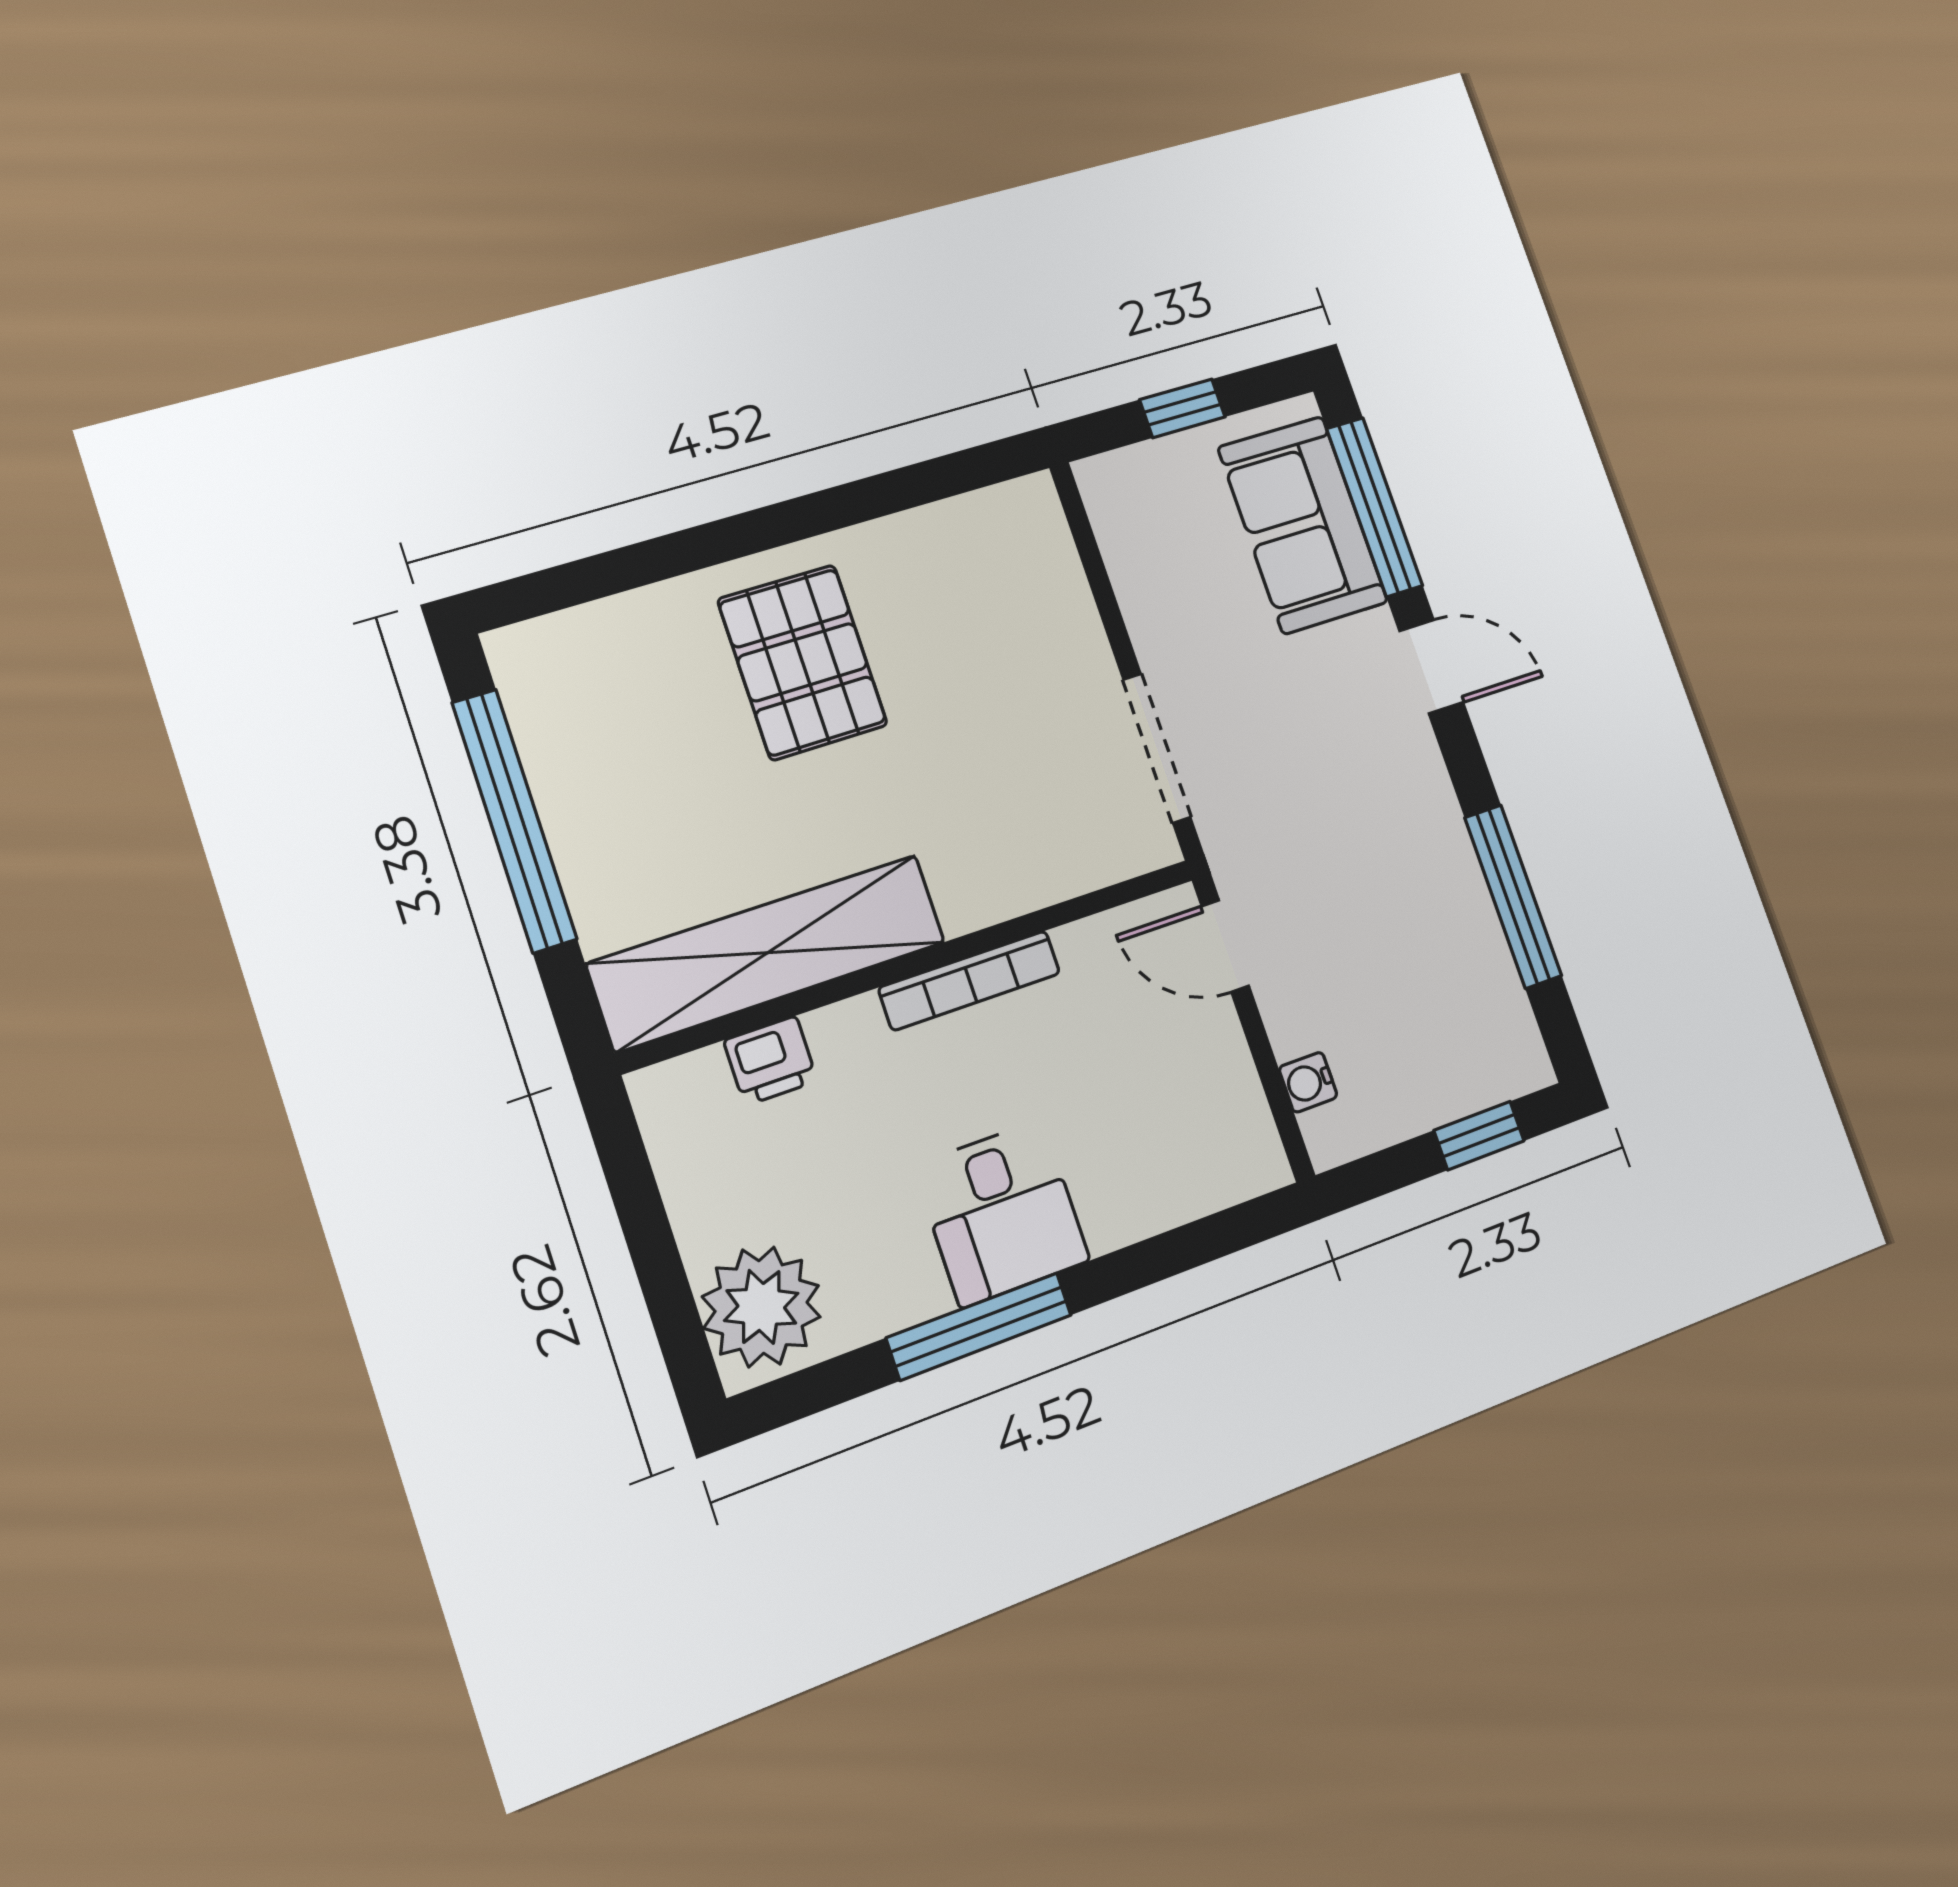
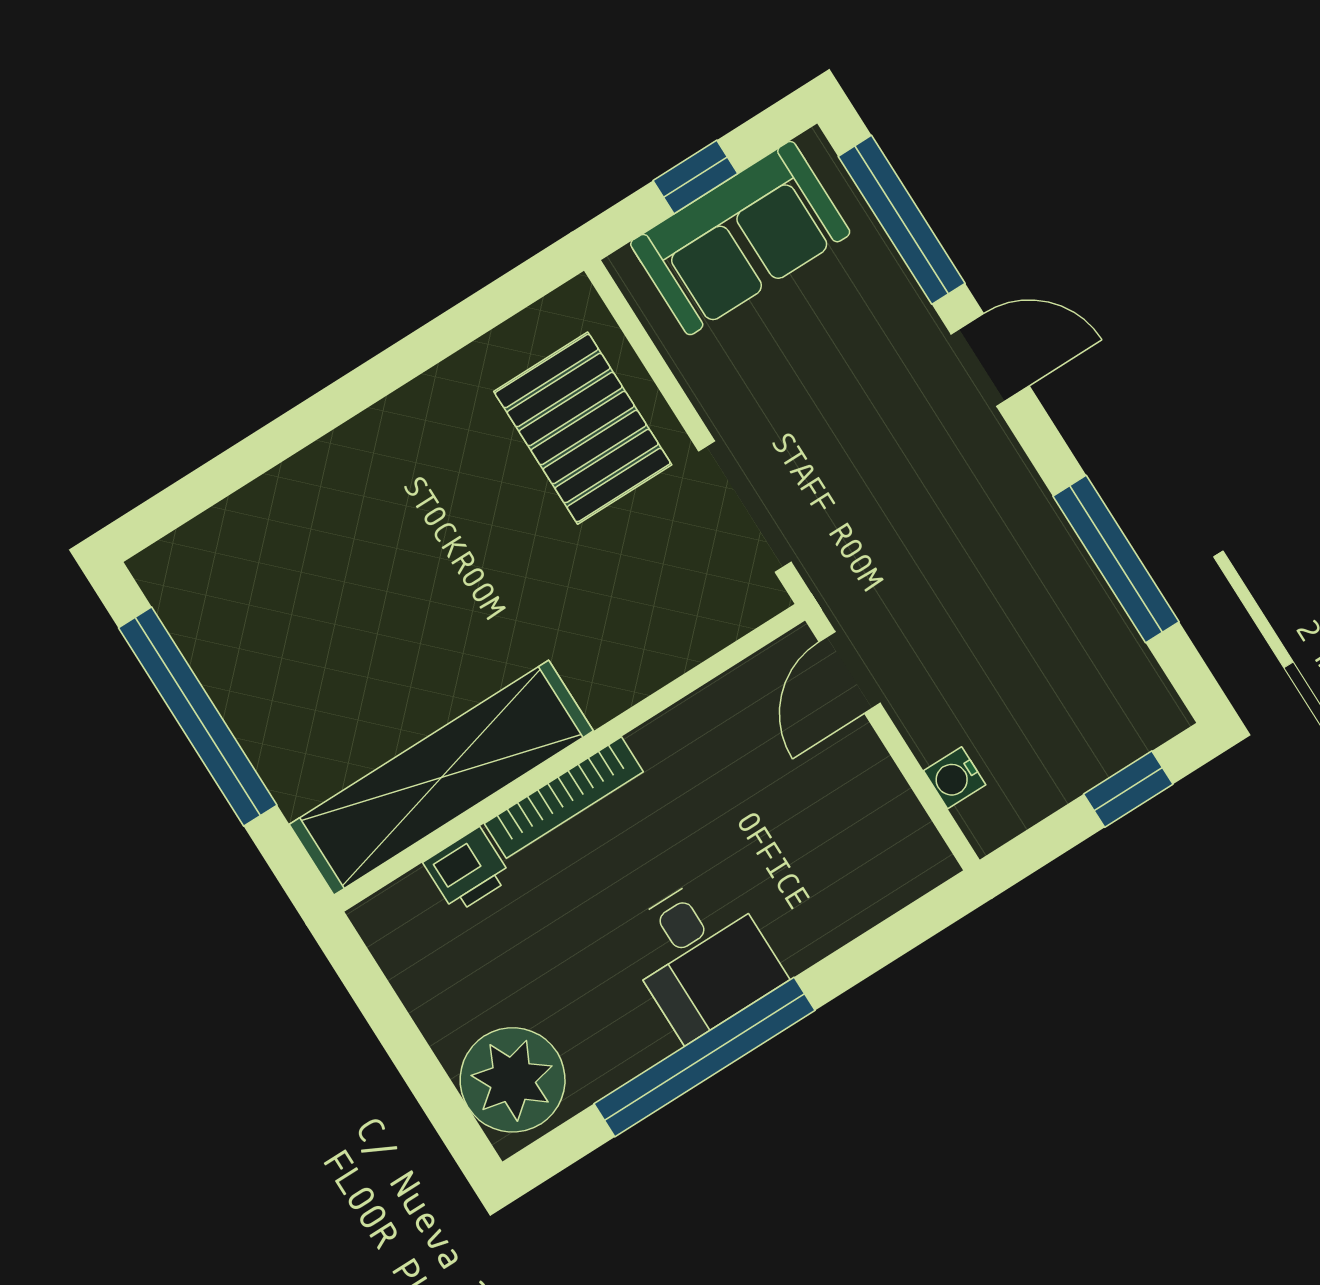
sofa: (1303, 525) -> (740, 238), moved, turned -90
pallet: (803, 662) -> (583, 428), moved
door: (1225, 946) -> (850, 672), hinge flipped
bookcase: (969, 981) -> (564, 798), moved
window: (979, 1326) -> (705, 1057), width x1.46

